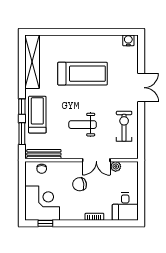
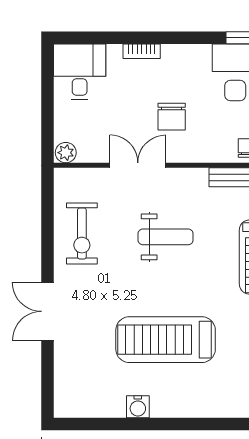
water cooler: (128, 40) -> (138, 407), moved
plant: (116, 166) -> (66, 153), moved
chair: (80, 184) -> (172, 117), turned 99

